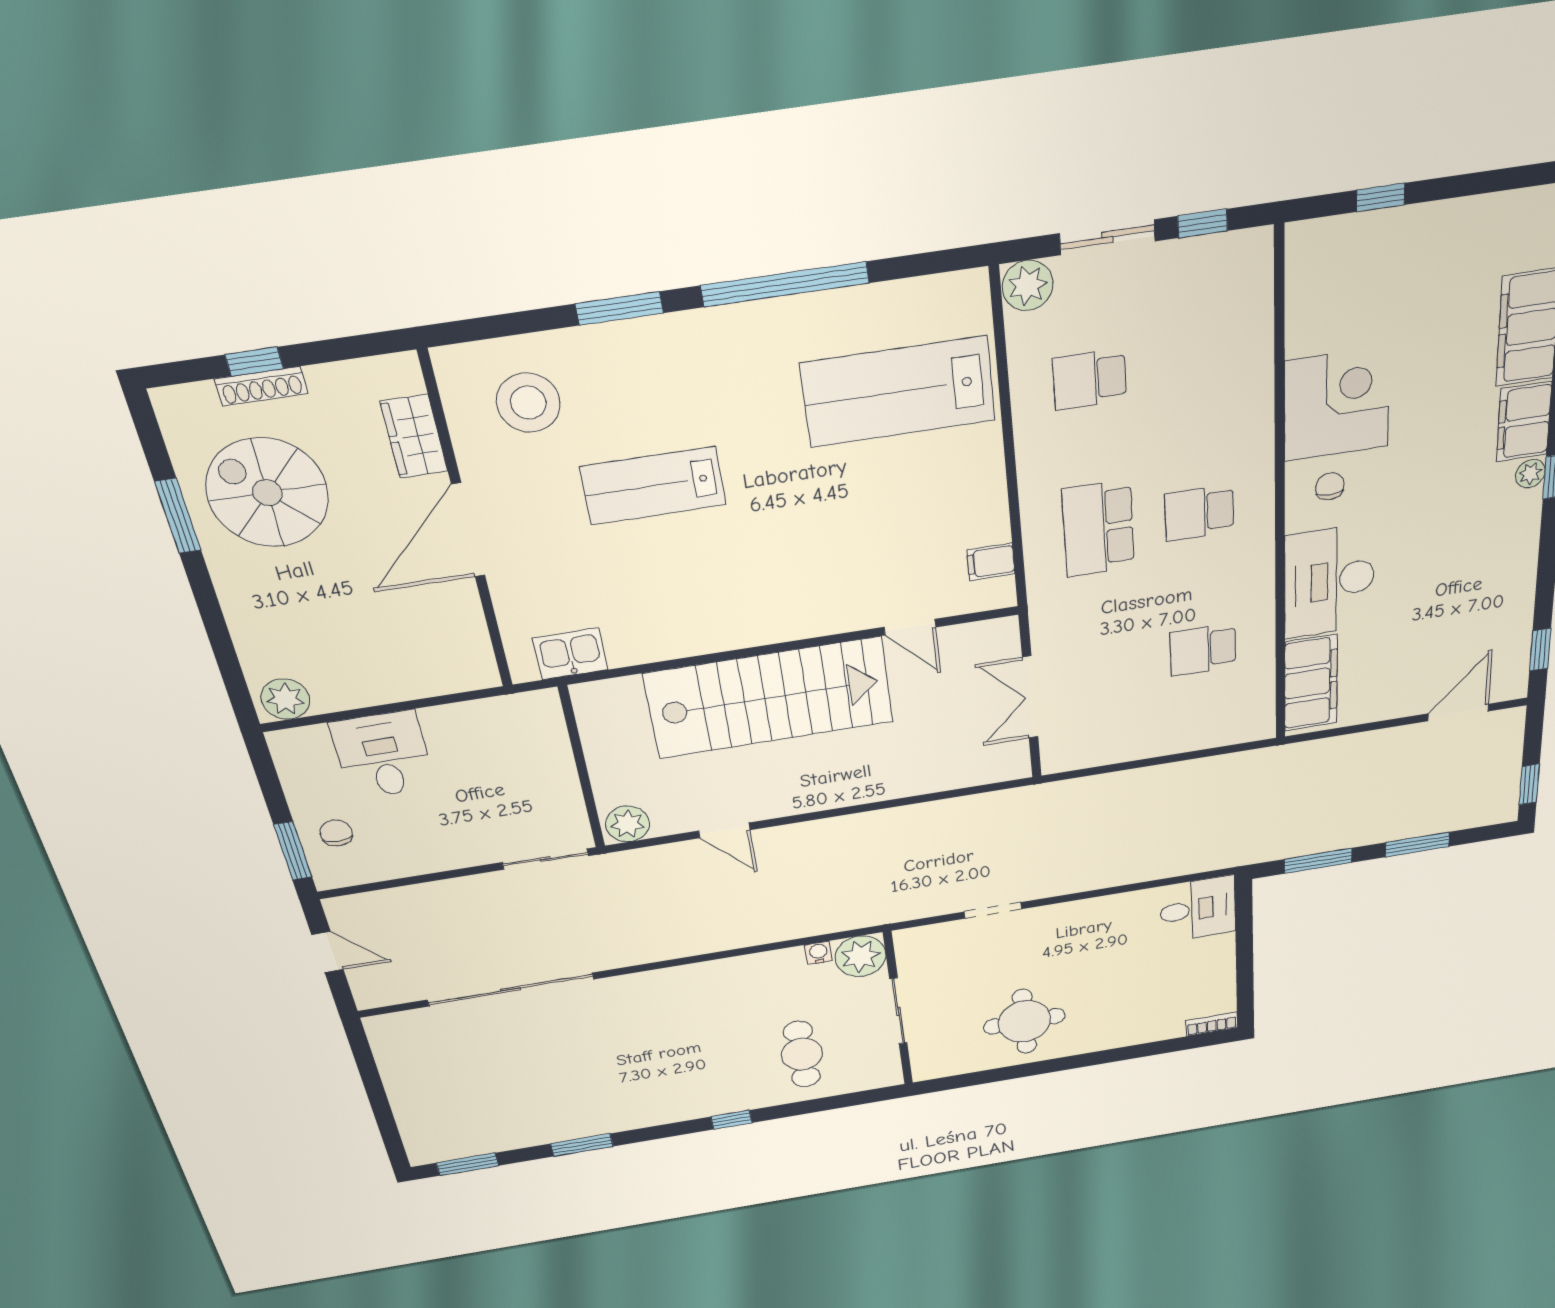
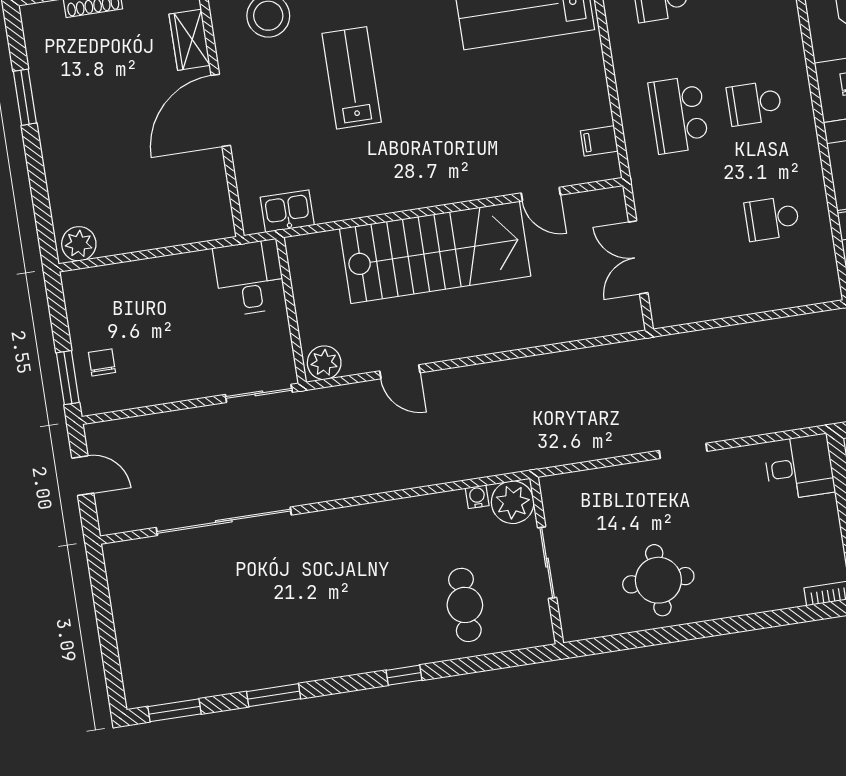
lab bench: (653, 486) -> (352, 78), turned 90
spiral stairs: (267, 493) -> (87, 80), removed
desk: (383, 755) -> (250, 278), moved
doorway: (993, 910) -> (683, 451), moved

